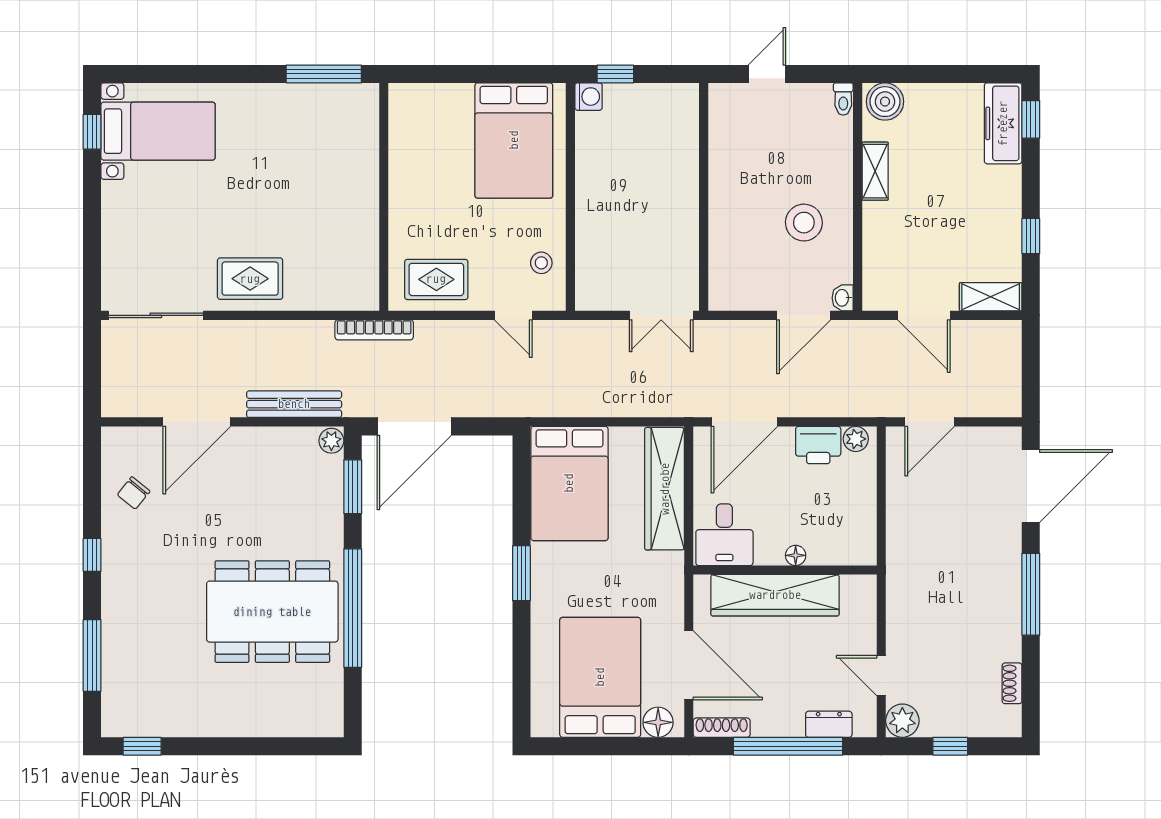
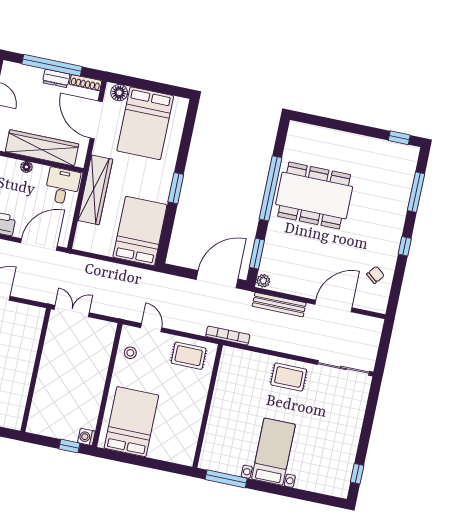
bed with nightstands: (158, 131) -> (273, 452), moved, turned 90
wardrobe: (665, 489) -> (95, 190), moved
dresser: (829, 724) -> (56, 78), moved

